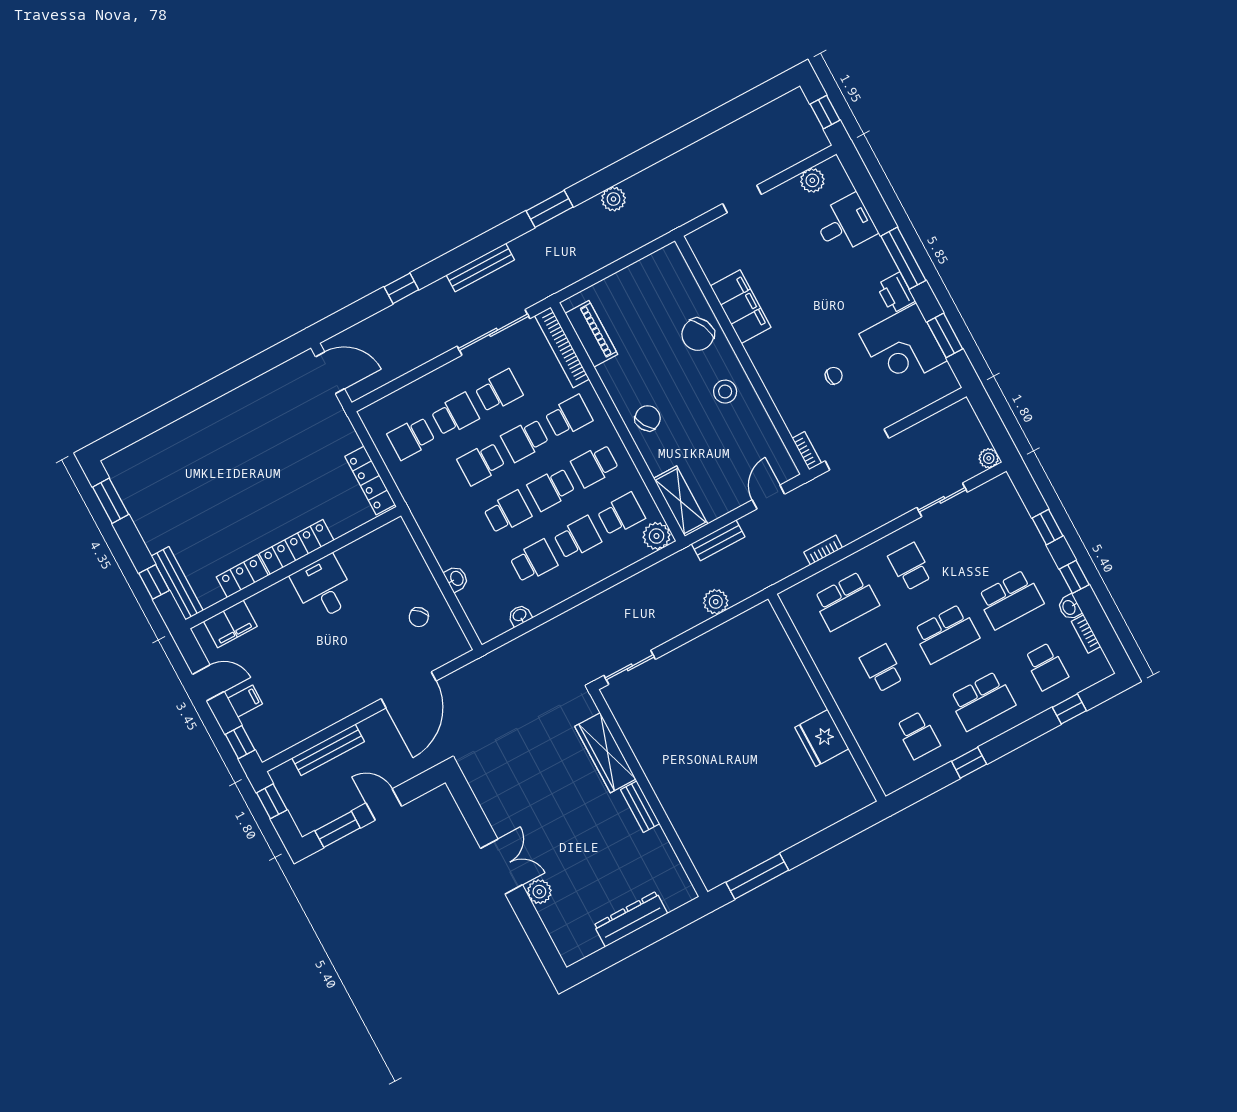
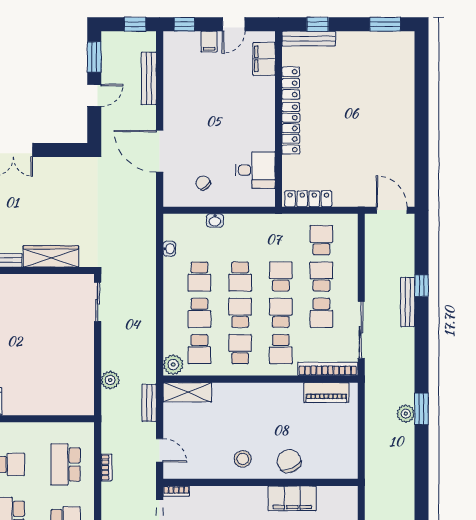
plant: (613, 199) -> (406, 414), moved
bench: (480, 267) -> (408, 302), moved
door: (330, 373) -> (392, 210), swing flipped
school desk: (455, 415) -> (321, 276), turned 180
chair: (648, 418) -> (252, 400), removed
desk: (323, 588) -> (255, 170), moved

